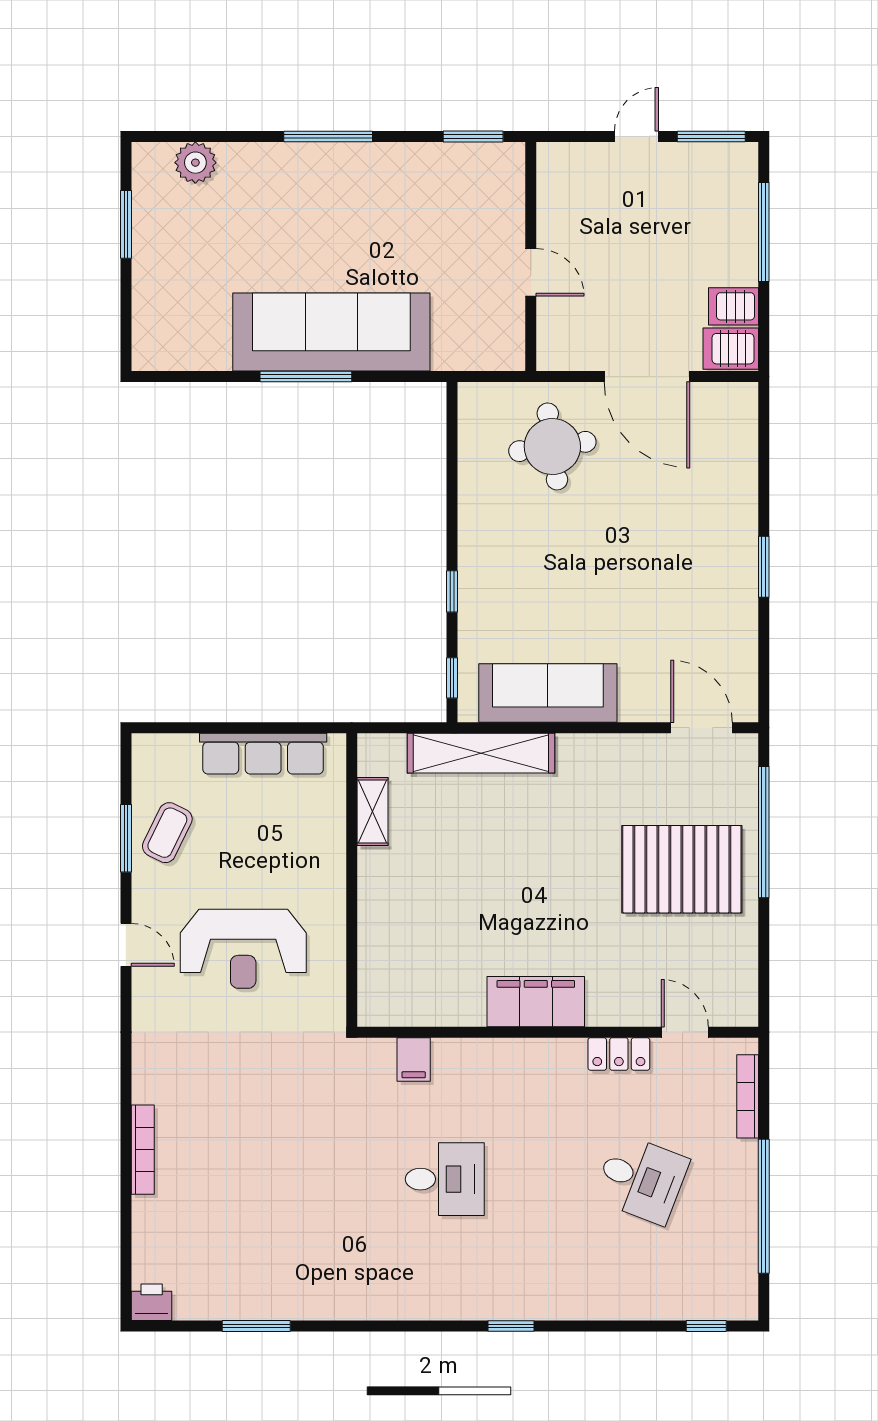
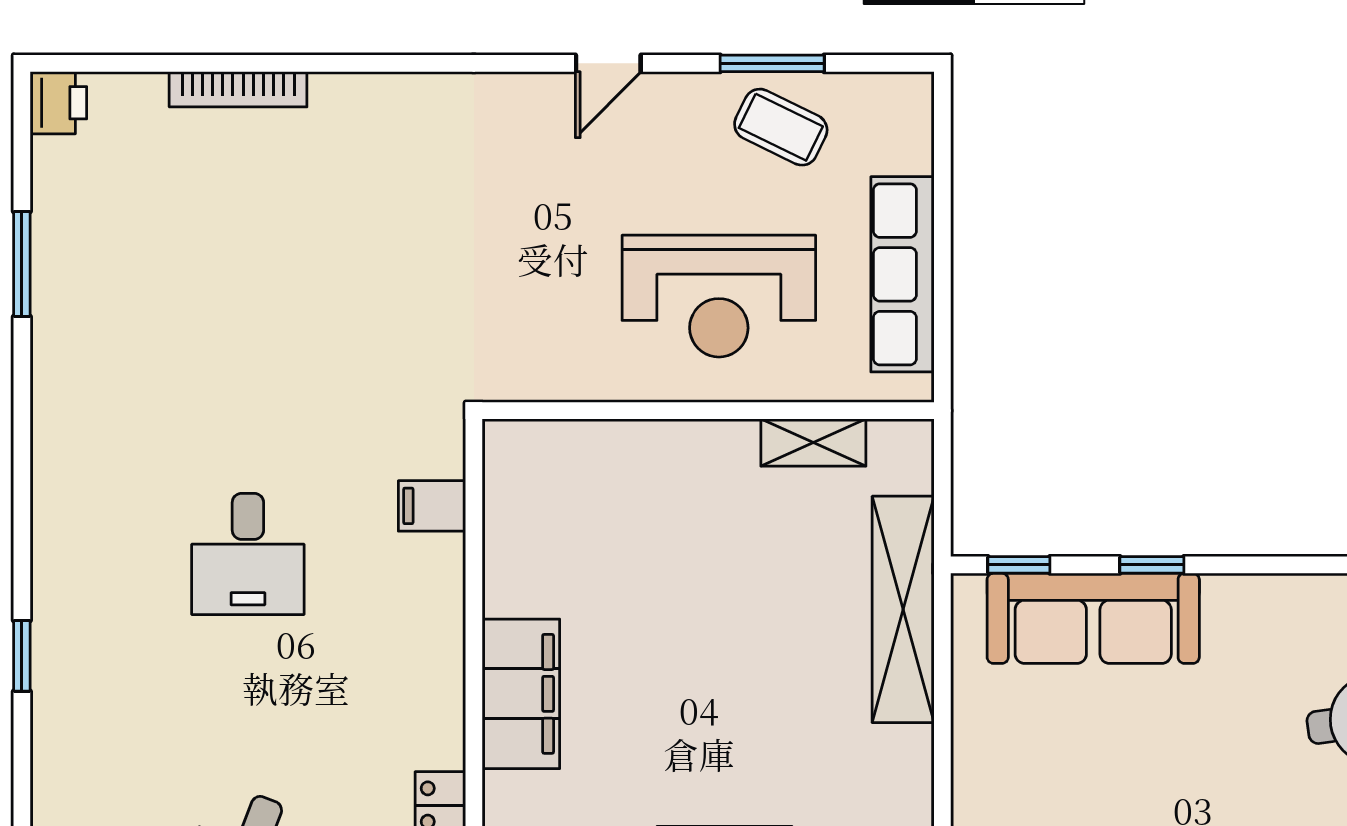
sofa: (548, 693) -> (1093, 618), moved, turned 90
reception desk: (243, 949) -> (719, 296), moved, turned -90
bookcase: (143, 1150) -> (238, 89), moved

